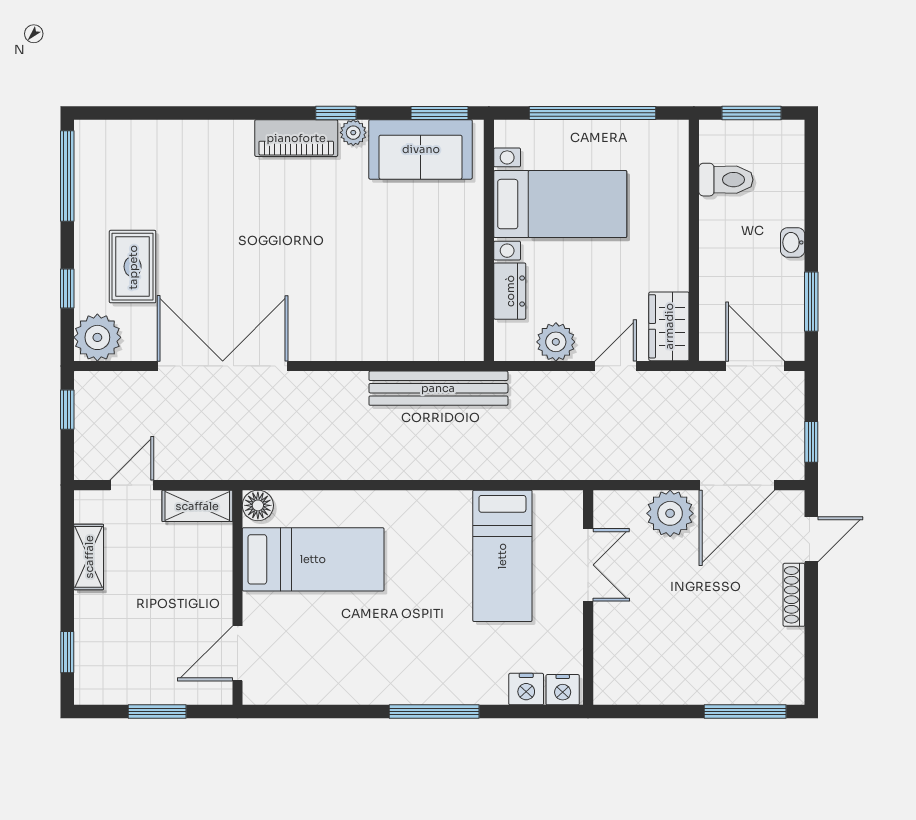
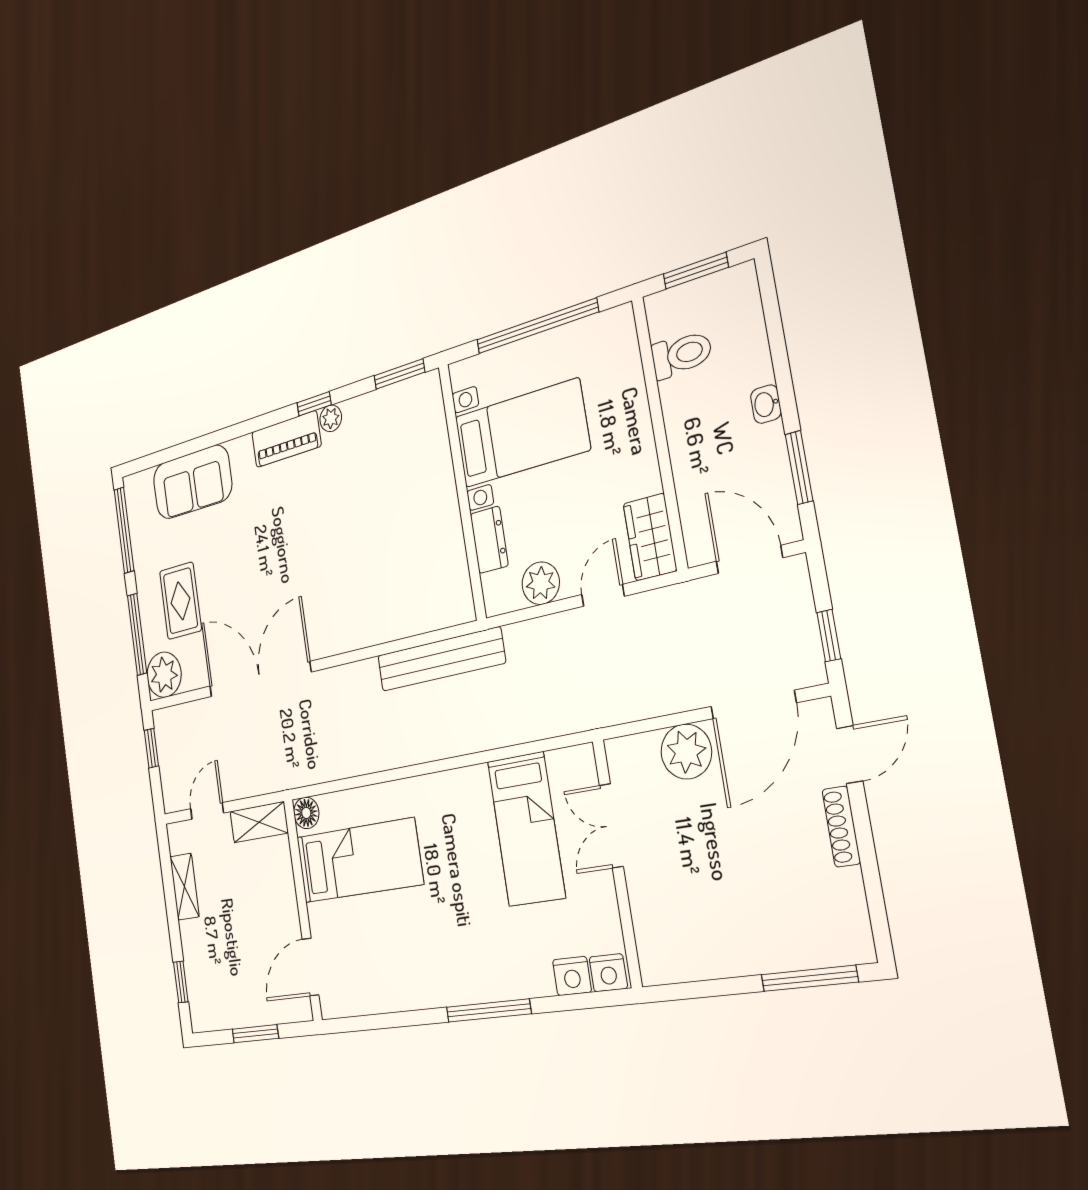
sofa: (421, 149) -> (192, 482), moved
window: (67, 288) -> (137, 634), width x2.17
double door: (588, 565) -> (611, 826), swing flipped

